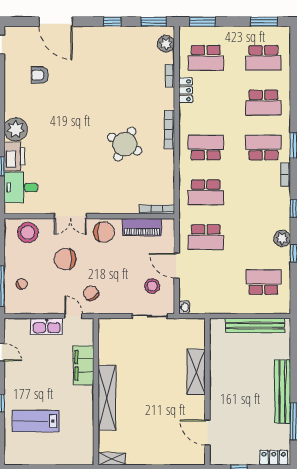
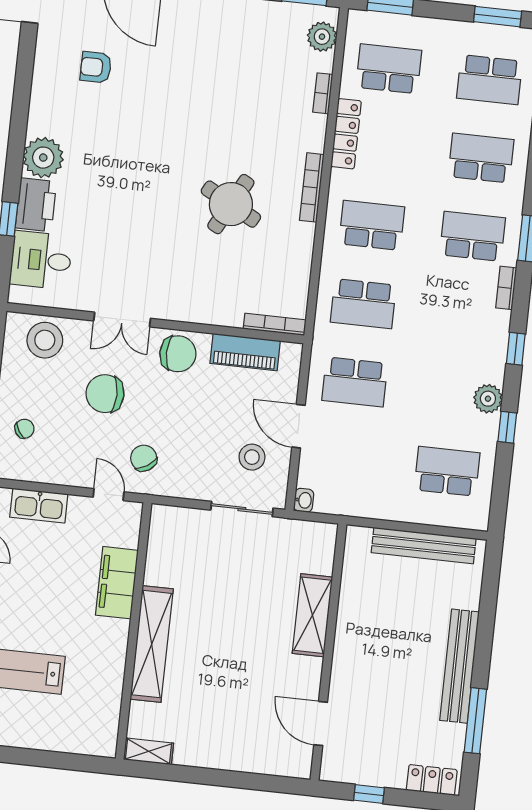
school desk: (206, 58) -> (389, 69), turned 180
locker: (186, 90) -> (346, 134), width x1.53
school desk: (263, 103) -> (481, 158), turned 180
kitchen sink: (47, 327) -> (39, 506), moved

